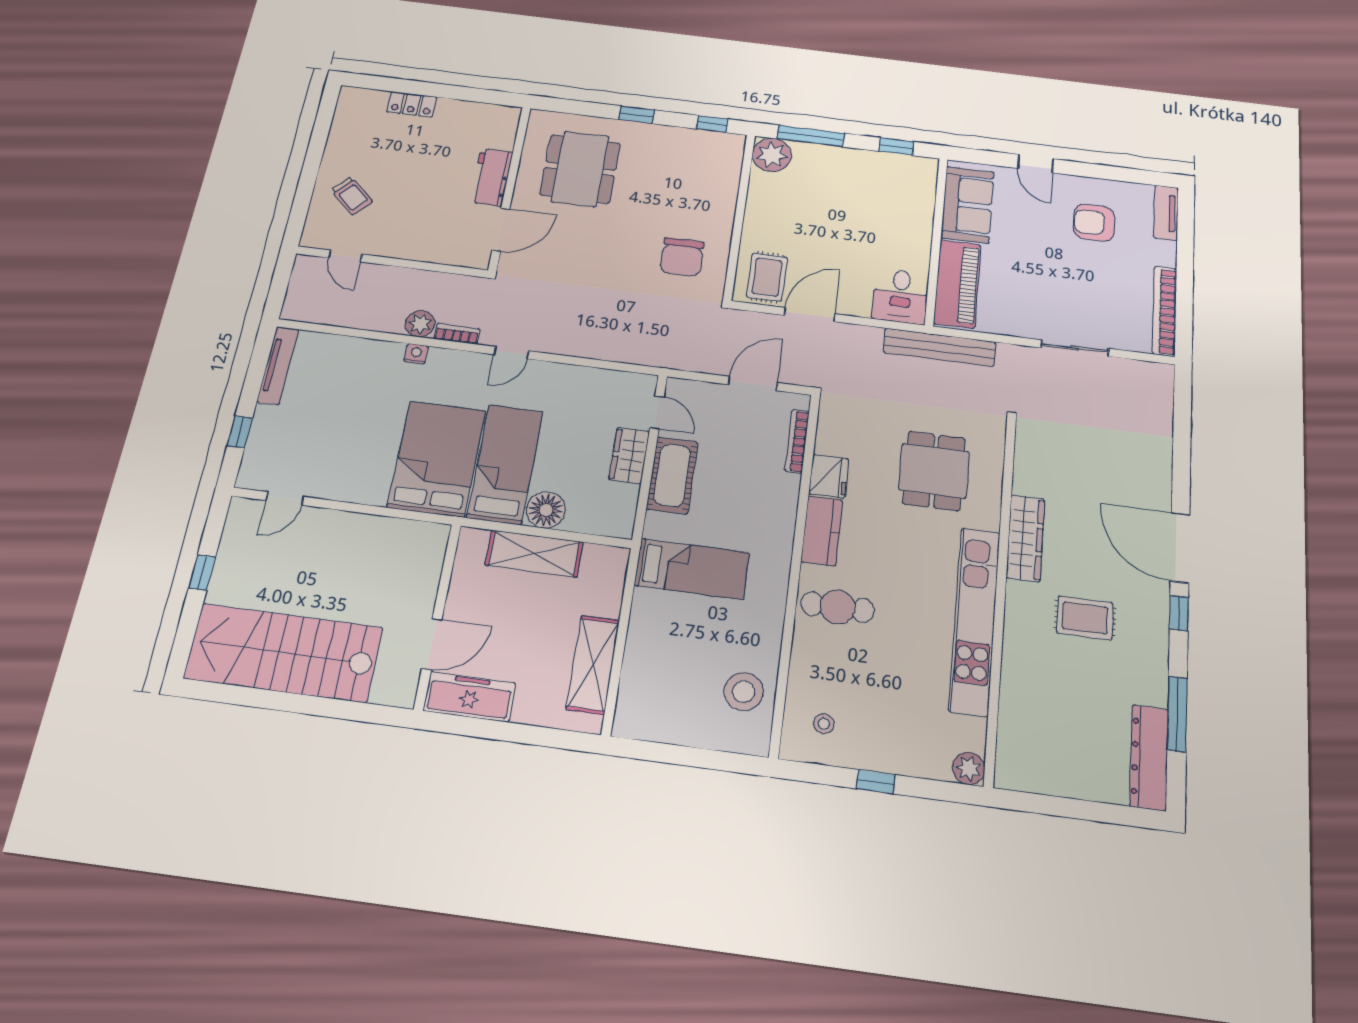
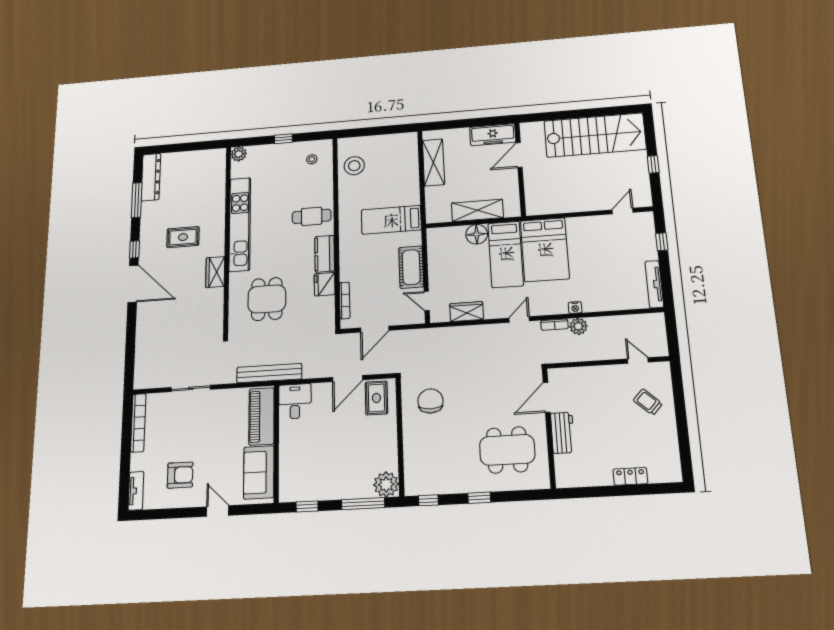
dining table: (580, 169) -> (507, 450), turned 90
wardrobe: (629, 456) -> (467, 312), moved, turned -90
wardrobe: (1025, 538) -> (215, 272), width x0.67

